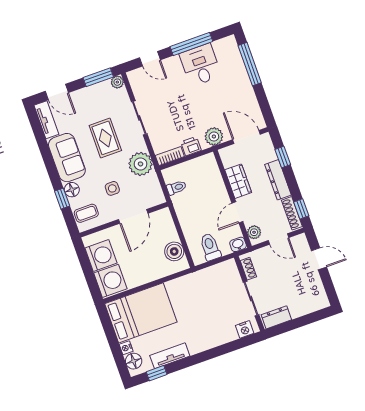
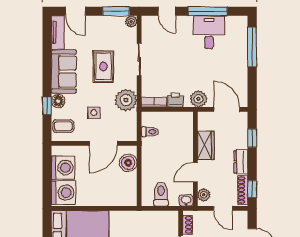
dresser: (278, 180) -> (241, 162), width x0.70
boiler: (174, 251) -> (128, 163), moved

